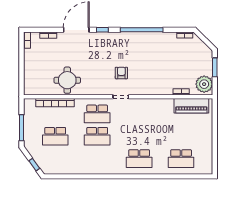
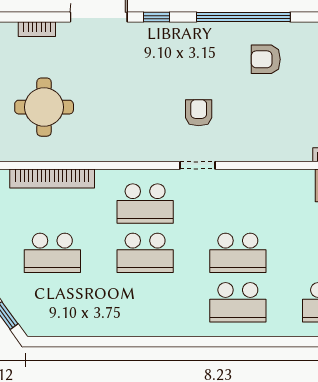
armchair: (152, 49) -> (266, 59), added
round table: (67, 80) -> (44, 107), moved
school desk: (139, 136) -> (238, 253), added

